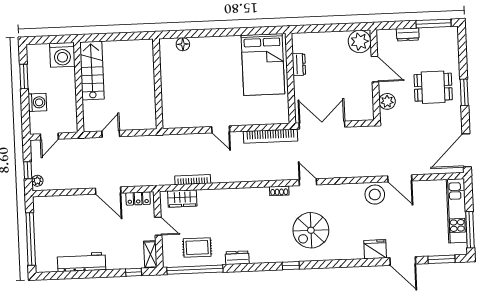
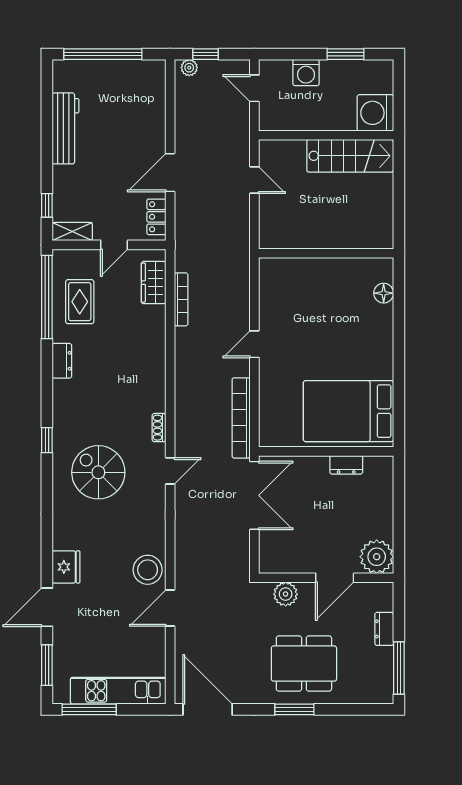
dining table: (433, 87) -> (304, 664), width x1.38

